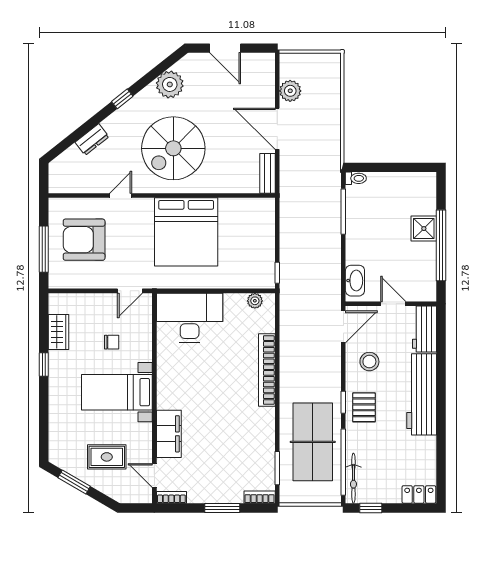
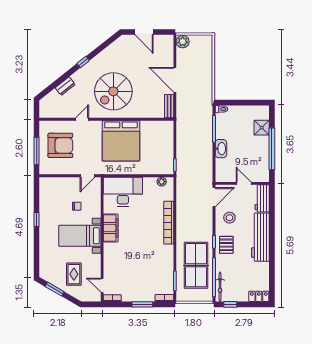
plant: (170, 84) -> (111, 54), removed
plant: (290, 91) -> (183, 42), moved
shower: (424, 229) -> (262, 128), moved
armchair: (84, 240) -> (60, 145), turned 180
washbasin: (355, 281) -> (221, 149), moved
wardrobe: (59, 332) -> (45, 200), removed
filing cabinet: (169, 434) -> (111, 228), moved
rug: (107, 457) -> (74, 274), turned 90

